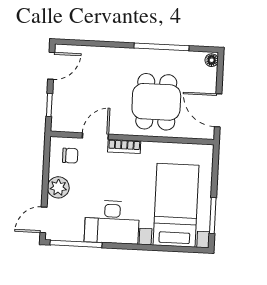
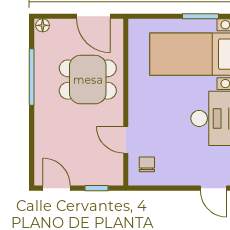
door: (218, 110) -> (93, 16), hinge flipped
bookcase: (124, 146) -> (135, 110), removed
plant: (58, 187) -> (180, 175), removed

